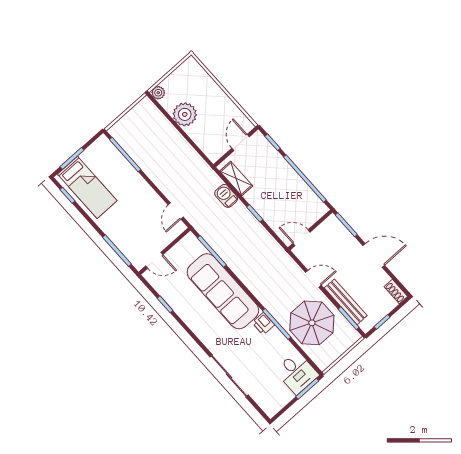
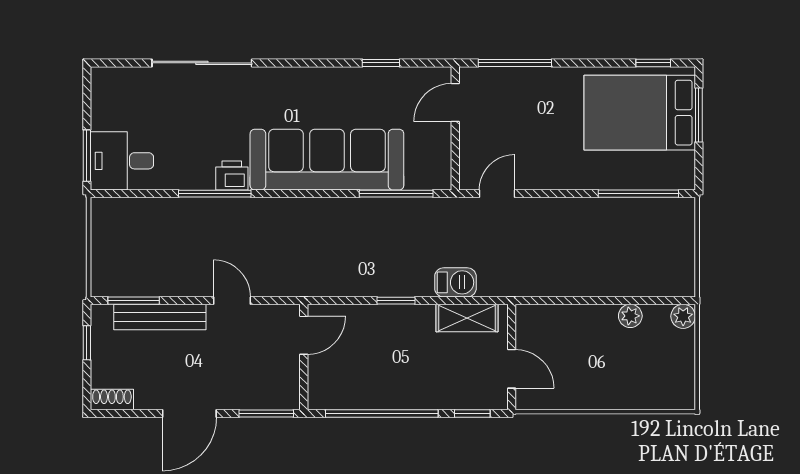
plant: (185, 114) -> (630, 316), width x0.53, depth x0.53
bed: (87, 187) -> (640, 113), width x1.50
door: (176, 211) -> (497, 194), hinge flipped
door: (313, 279) -> (232, 301), swing flipped
parasol: (312, 323) -> (173, 244), removed

